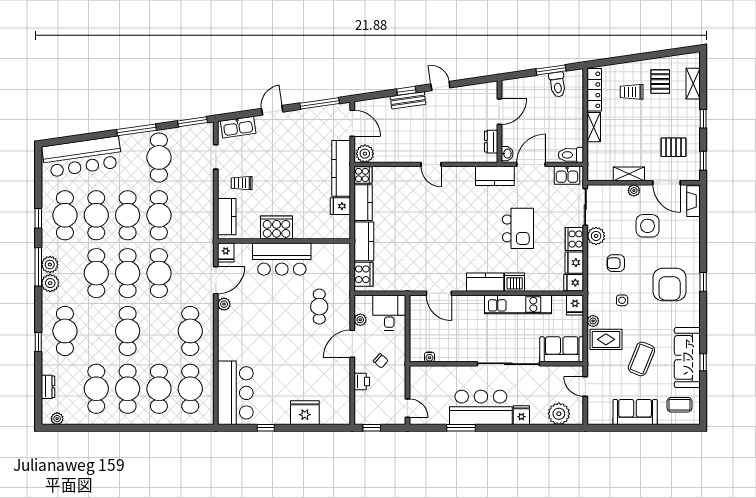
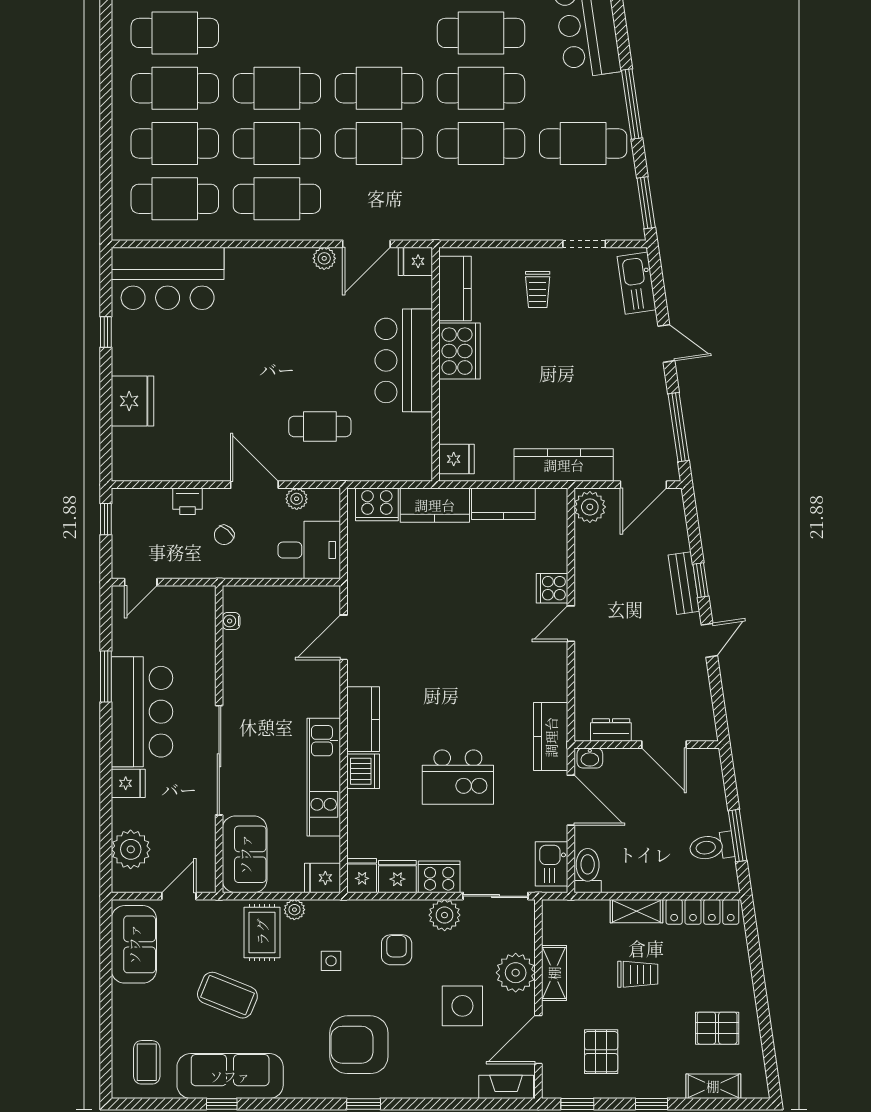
trolley: (632, 92) -> (638, 974), moved, turned 90
cooker: (363, 175) -> (552, 588), moved, turned 90
trolley: (242, 183) -> (538, 290), turned 180
plant: (634, 191) -> (516, 973), width x1.87, depth x1.87
fridge: (340, 206) -> (457, 459), moved, turned 90
kitchen counter: (227, 217) -> (455, 288), moved, turned -90
cafe table: (96, 273) -> (277, 144), moved
door: (216, 280) -> (366, 244), hinge flipped
sofa: (635, 412) -> (134, 944), moved

